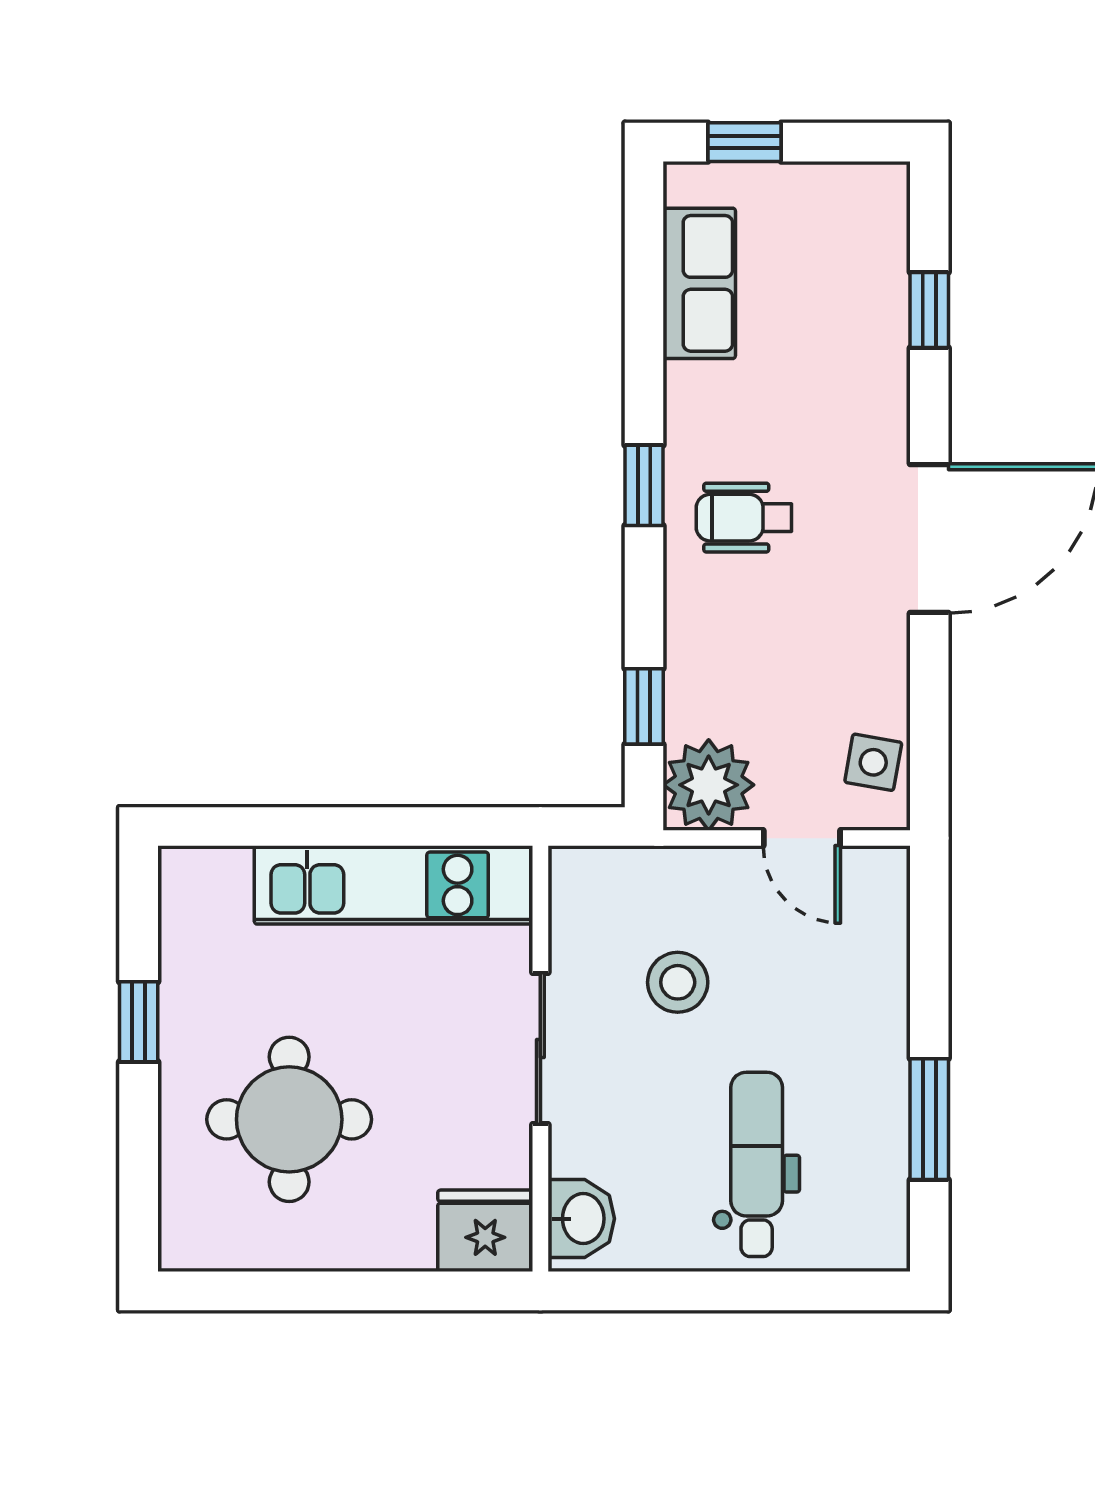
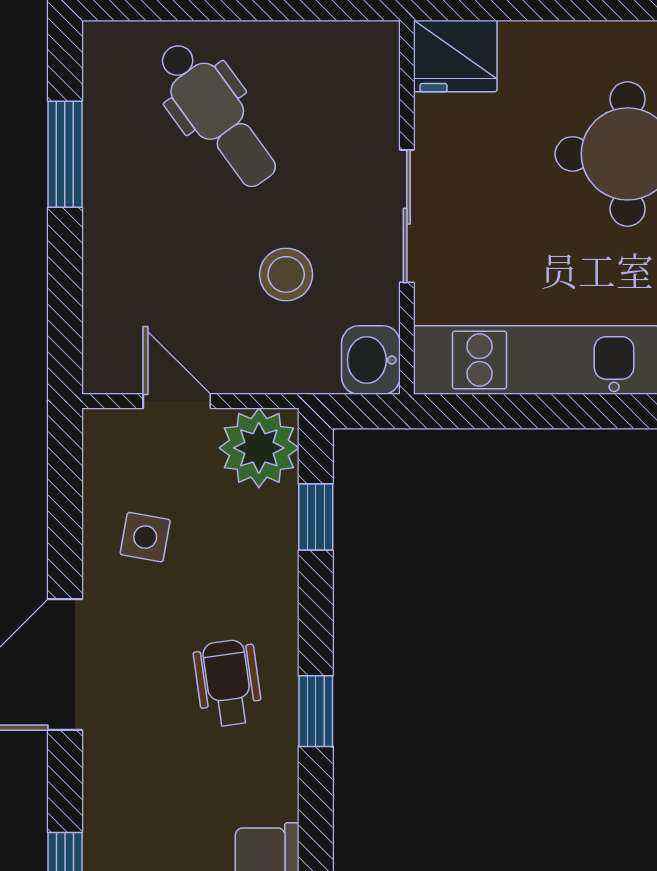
wheelchair: (744, 518) -> (228, 683), turned -98
side table: (873, 762) -> (145, 537), moved
dental chair: (757, 1164) -> (217, 114), turned -36
washbasin: (581, 1219) -> (371, 360), moved

